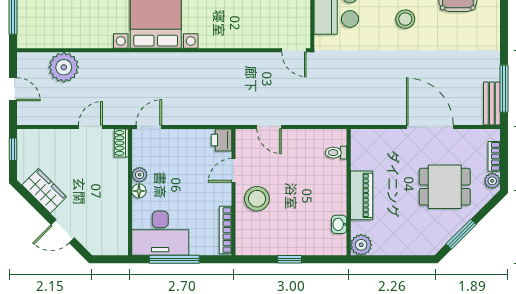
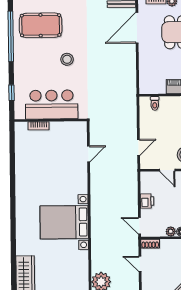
door: (294, 50) -> (89, 154), moved
door: (430, 127) -> (137, 28), moved
printer: (222, 140) -> (147, 201), moved, turned -90

